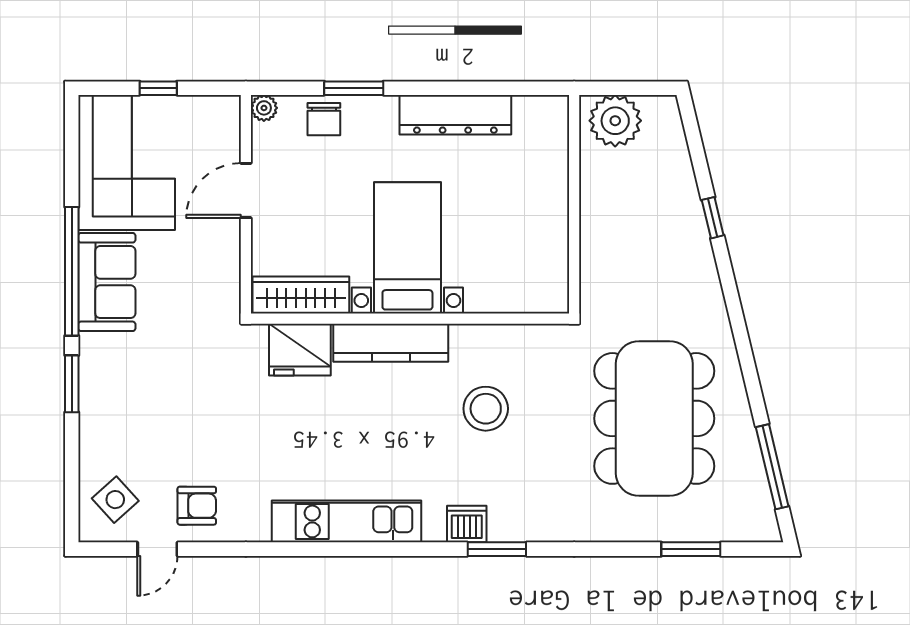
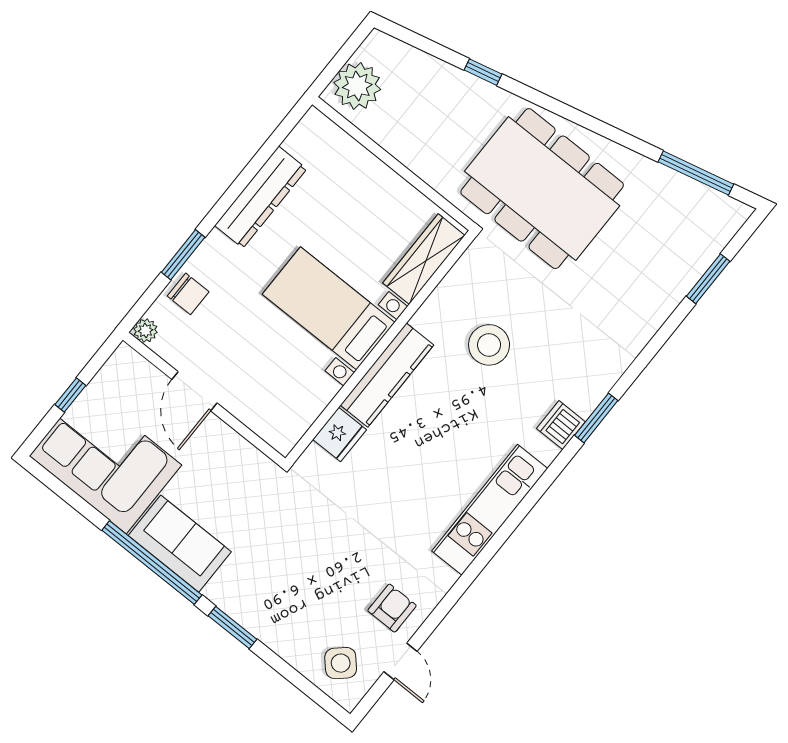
wardrobe: (301, 295) -> (424, 259), moved
fridge: (300, 350) -> (340, 435), width x0.73, depth x0.75
dining table: (654, 418) -> (542, 189), moved

